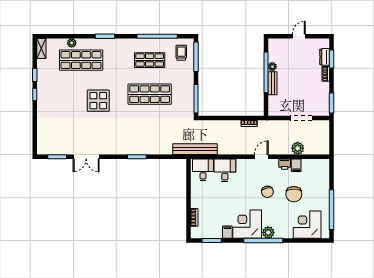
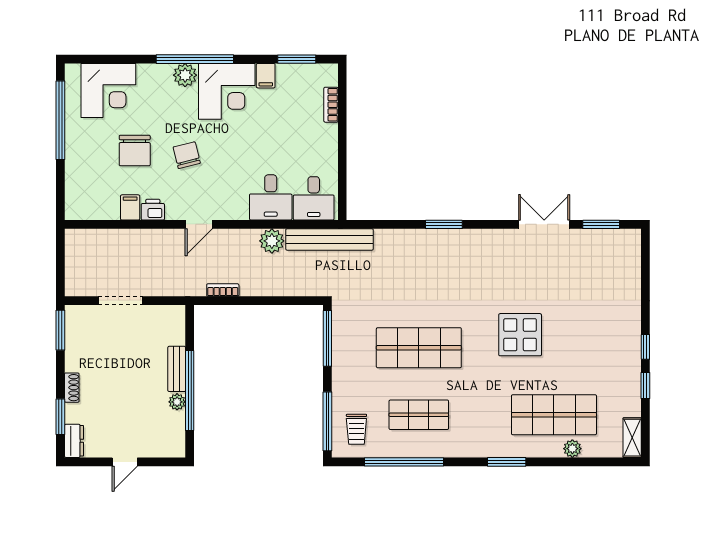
dresser: (325, 57) -> (74, 441), moved
plant: (298, 148) -> (272, 241), moved
chair: (294, 194) -> (135, 150), turned 180

